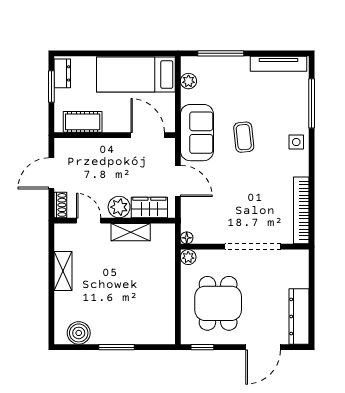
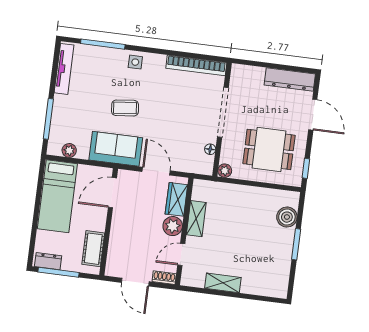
window: (51, 87) -> (59, 272), width x1.44
door: (178, 181) -> (156, 171), hinge flipped
floor lamp: (187, 238) -> (210, 149), moved
boiler: (79, 333) -> (287, 217), moved

